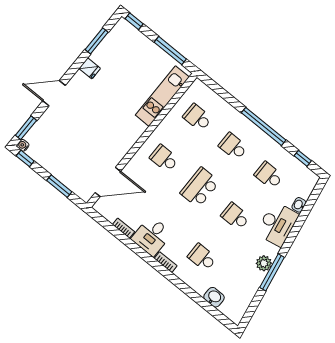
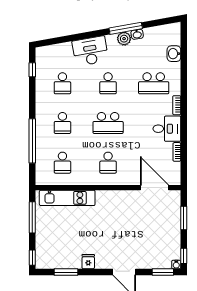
window: (264, 126) -> (32, 141), moved
washbasin: (299, 205) -> (137, 34), moved
school desk: (202, 257) -> (154, 83), width x1.85

